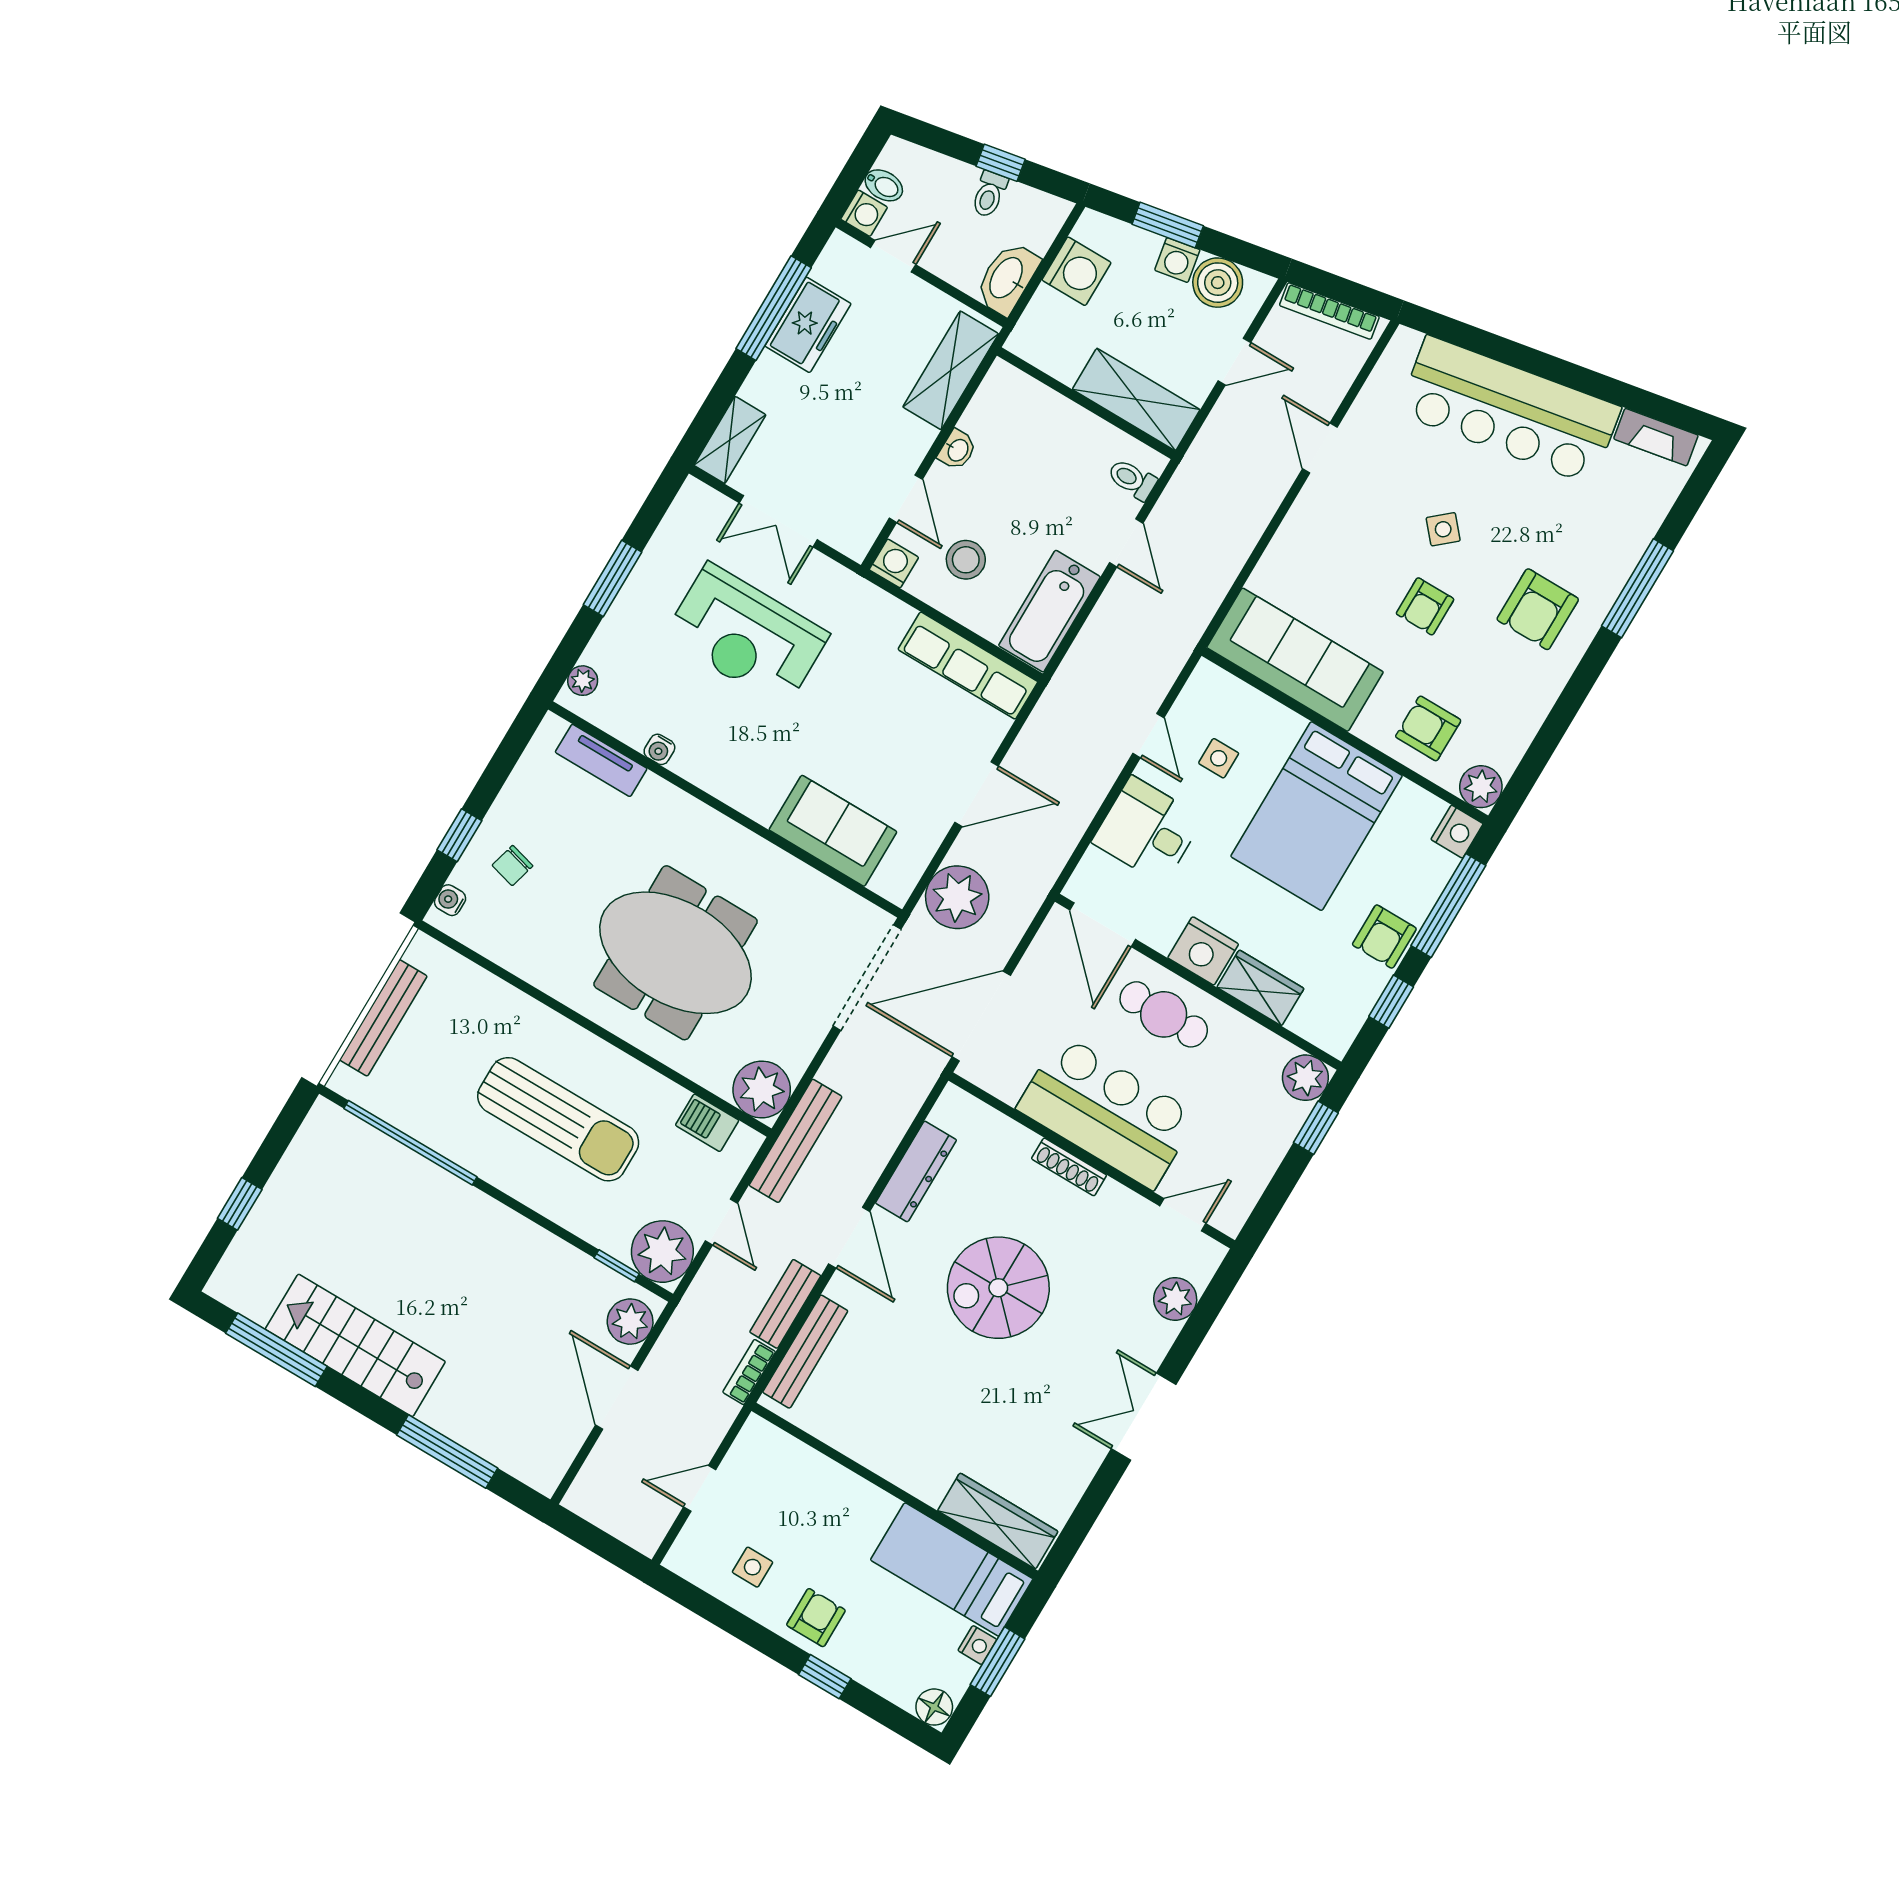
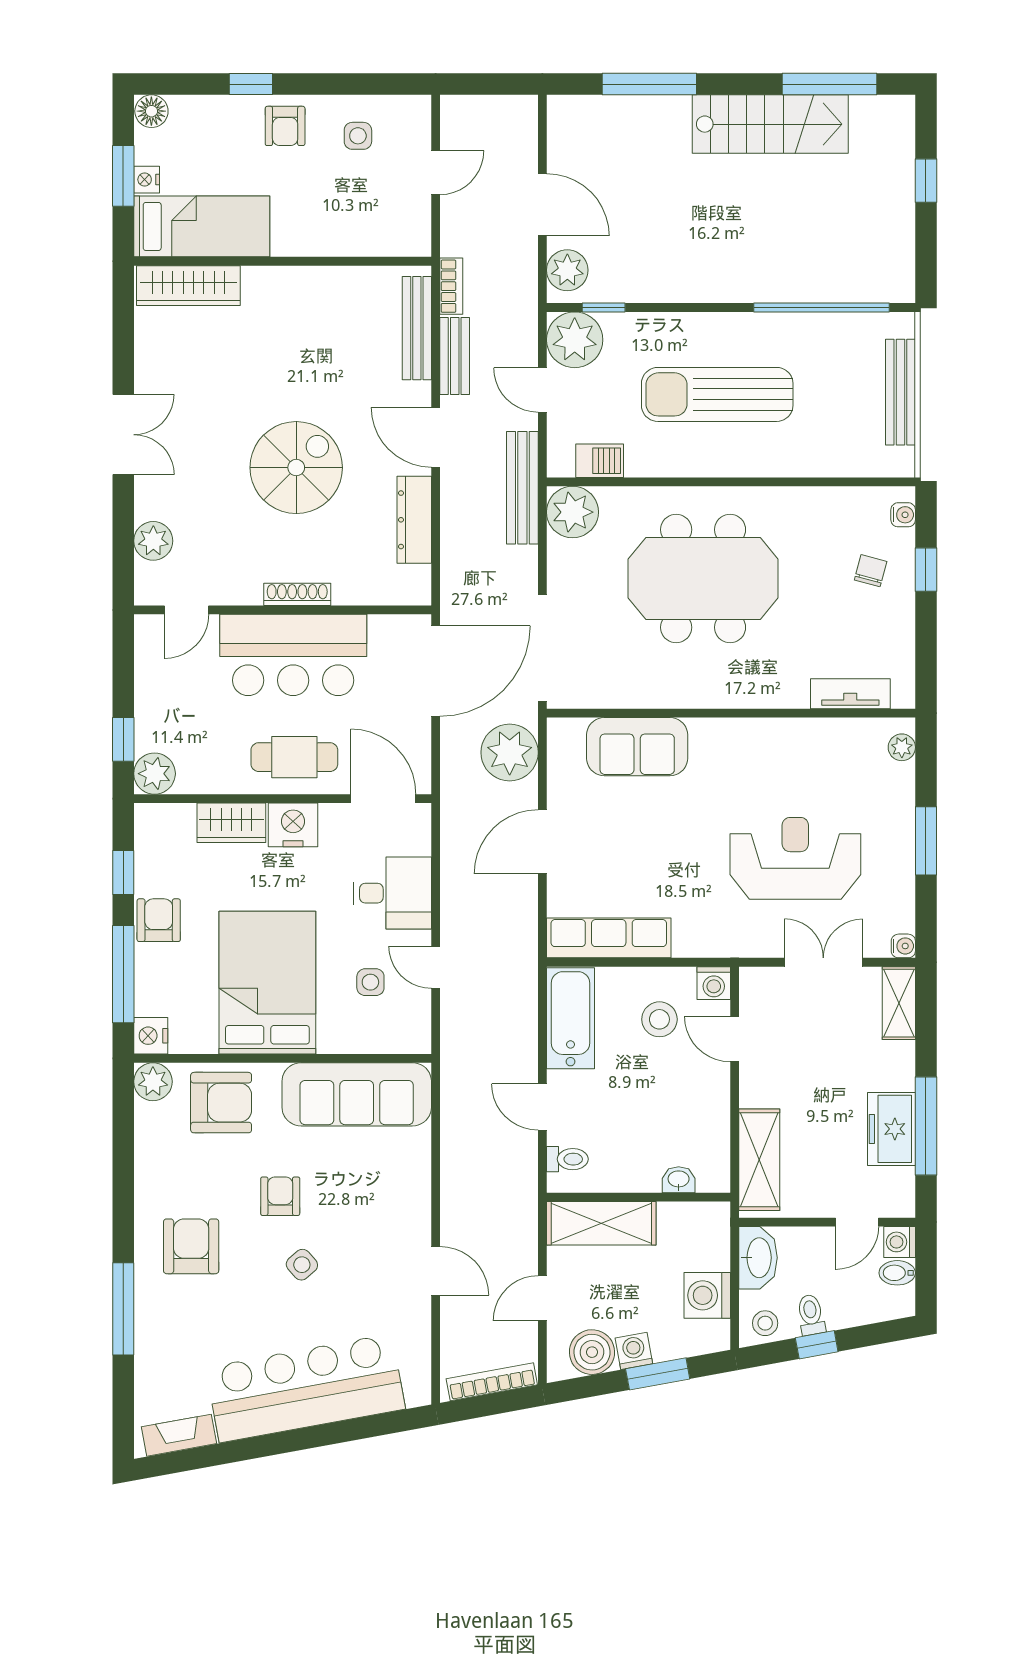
stool: (1037, 212) -> (765, 1323), added
washbasin: (957, 450) -> (679, 1180), moved, turned 90
armchair: (1428, 728) -> (221, 1103), width x1.38, depth x1.38
water cooler: (659, 749) -> (903, 946), moved, turned 90

